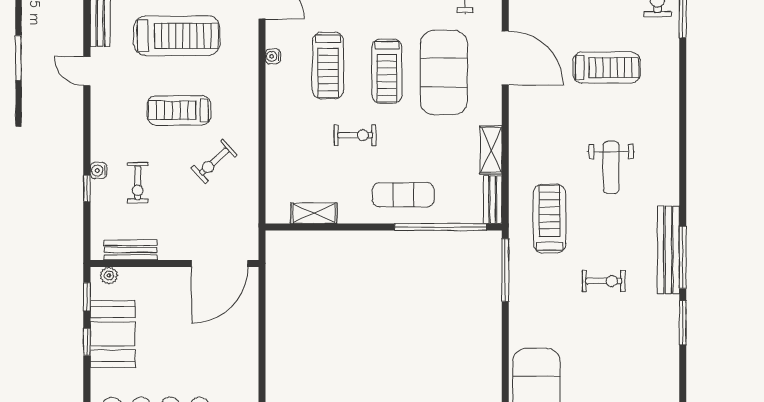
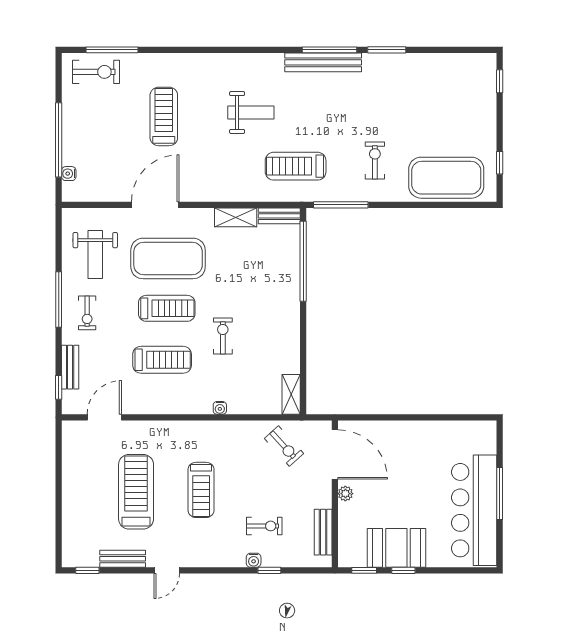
water cooler: (273, 56) -> (220, 408), moved
exercise bike: (214, 162) -> (284, 446), moved
exercise mat: (403, 195) -> (275, 294), removed
shelving: (314, 213) -> (291, 394), moved
plant: (109, 276) -> (345, 494), moved
exercise bike: (604, 281) -> (375, 161), moved

